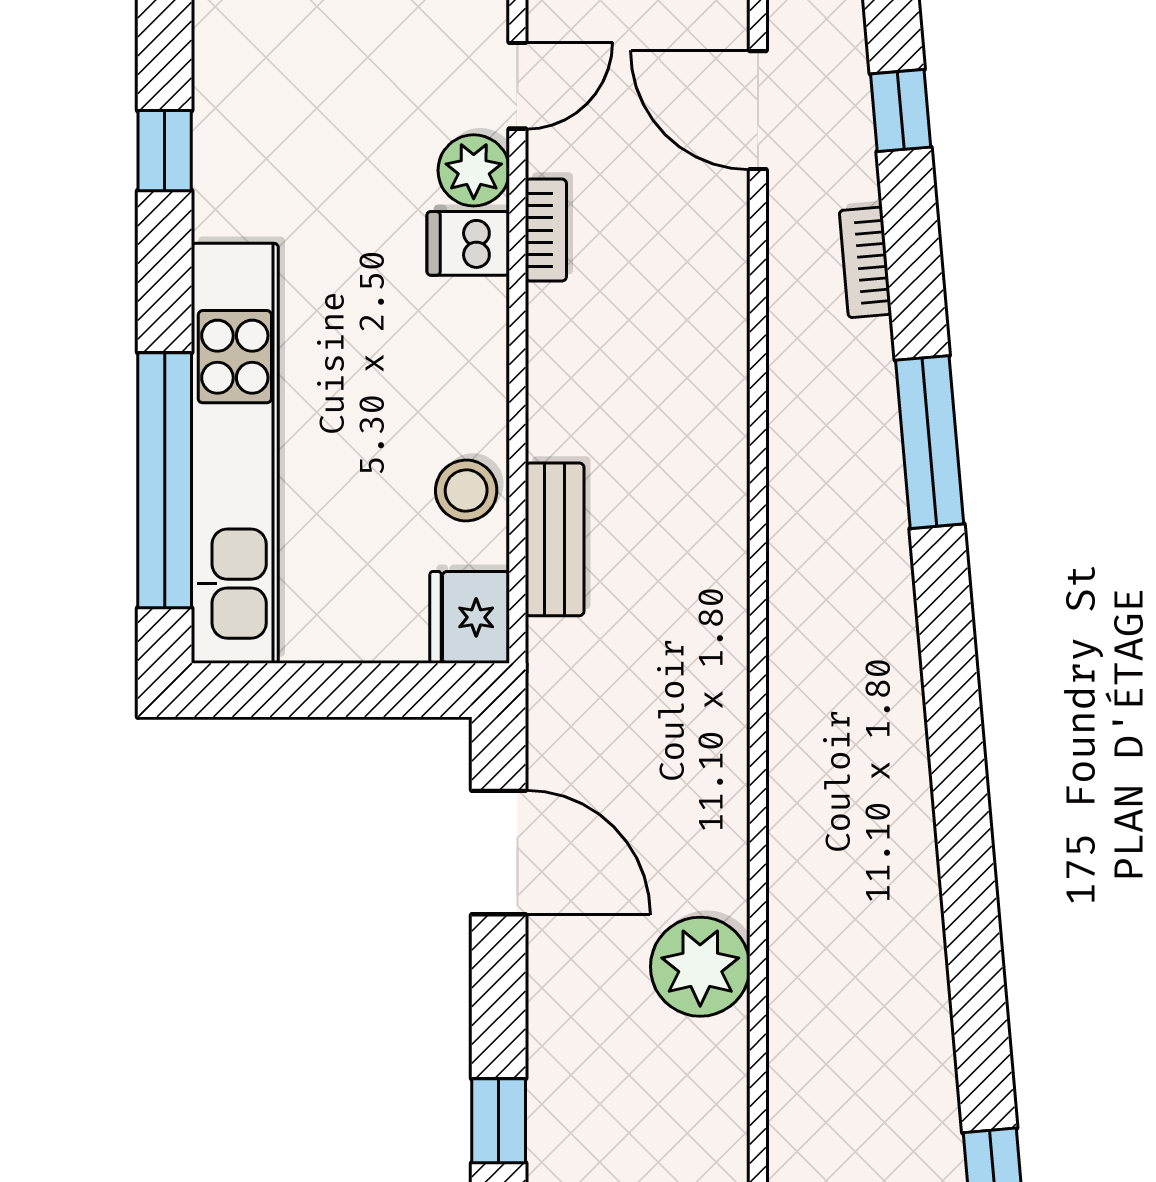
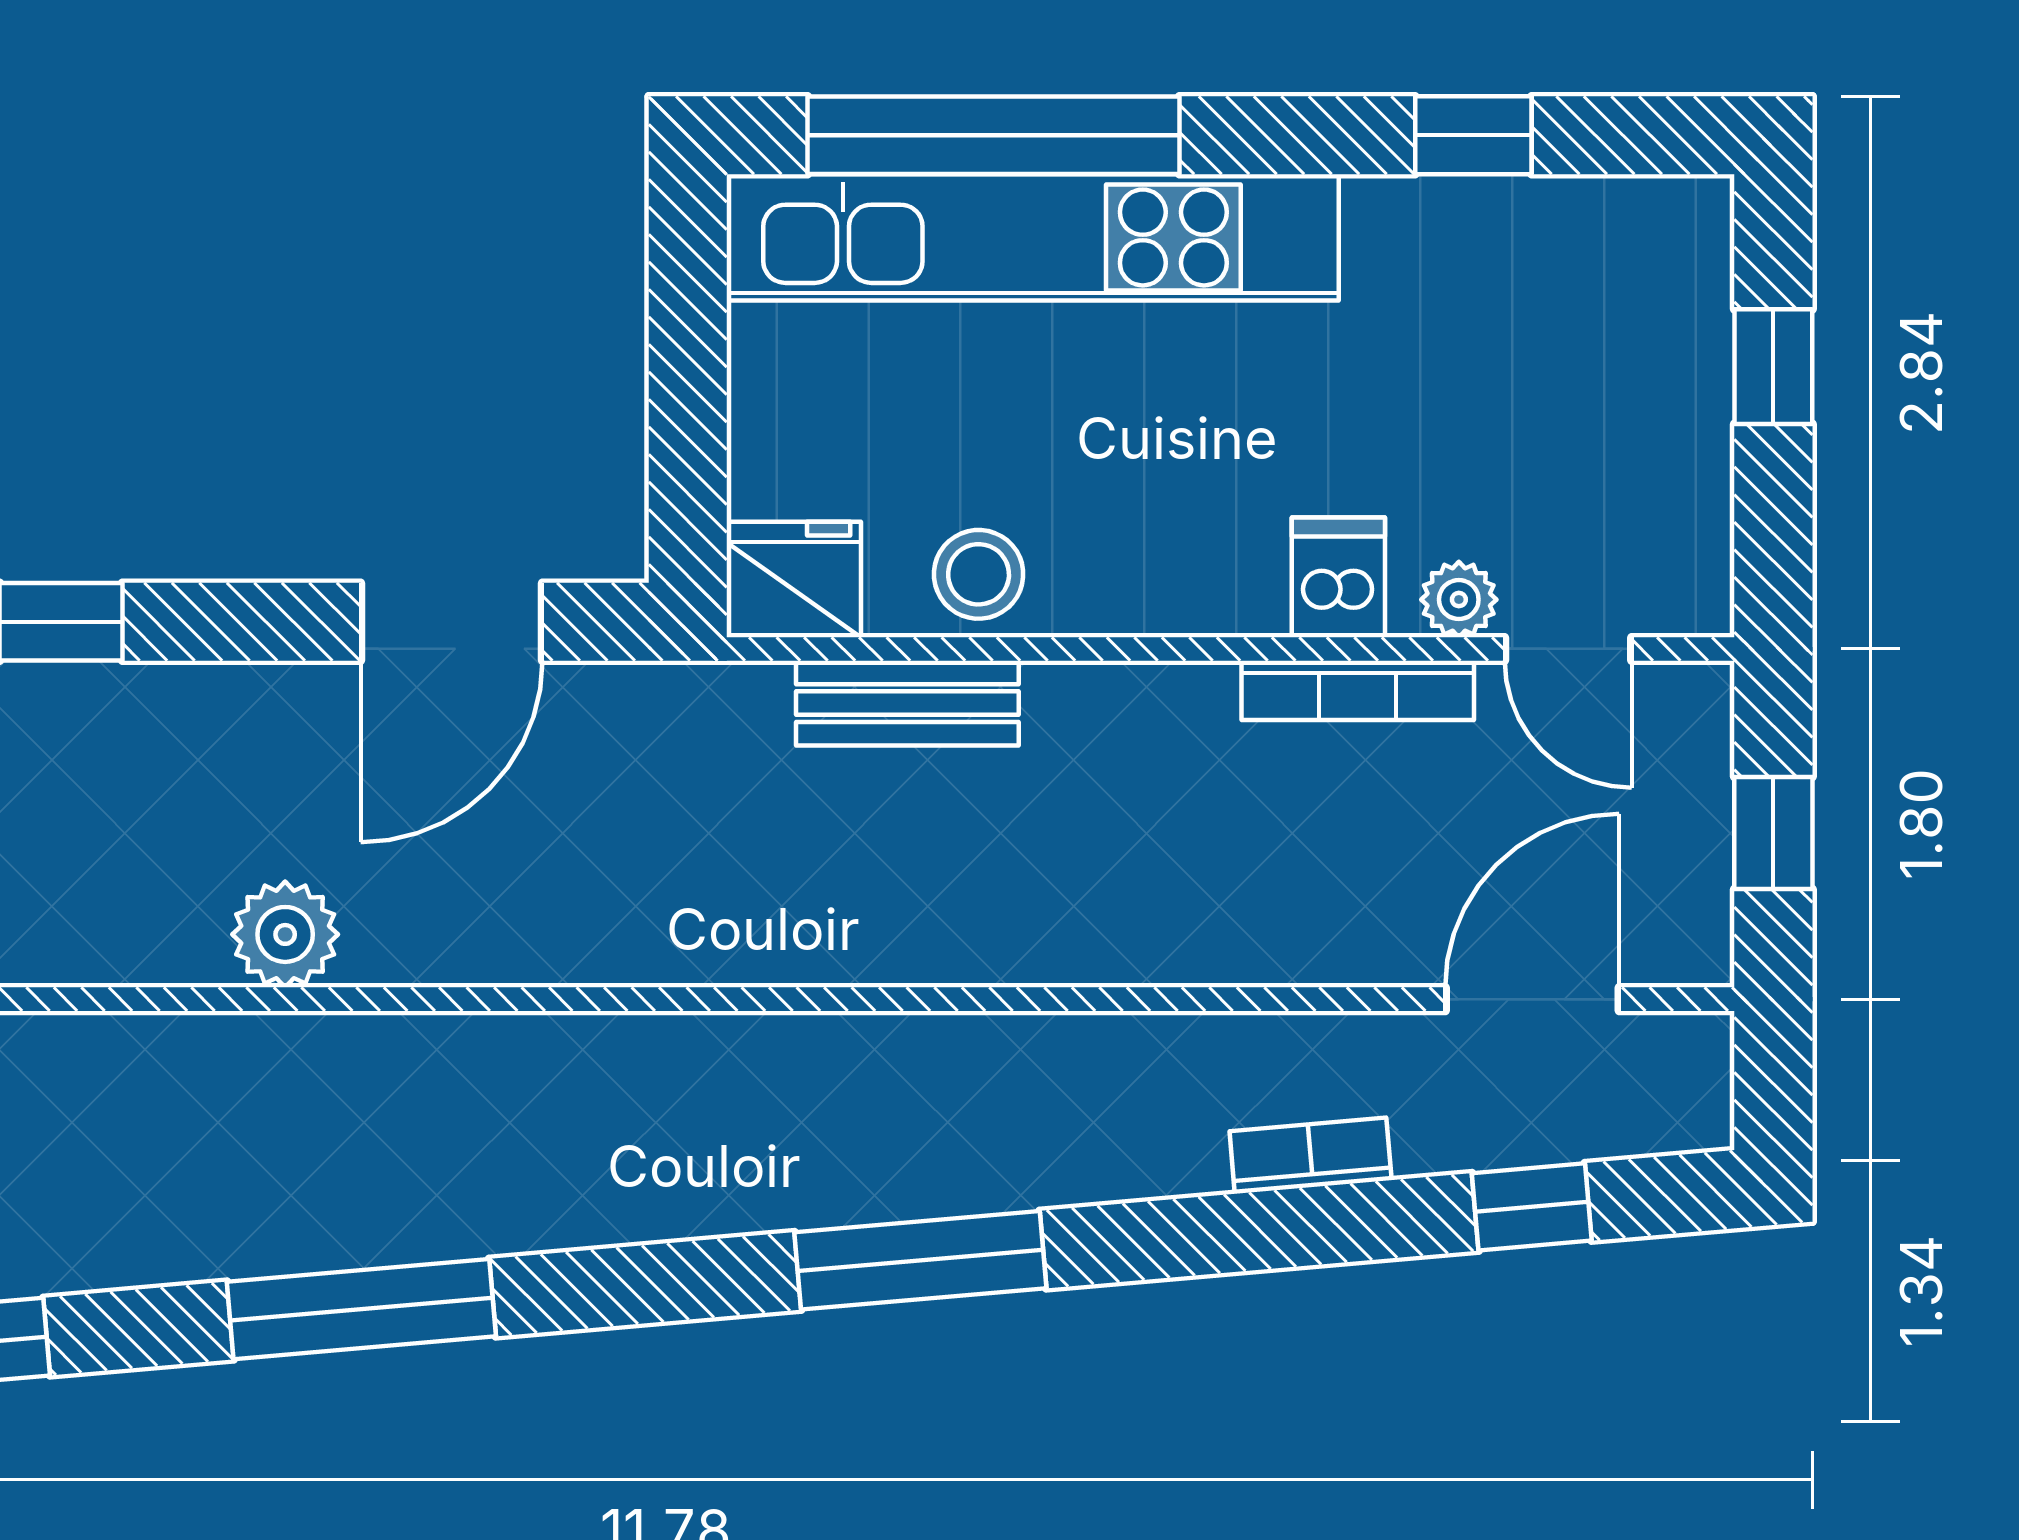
plant: (474, 170) -> (1459, 600), width x0.73, depth x0.73
bookcase: (546, 230) -> (1358, 690), width x1.56
window: (930, 442) -> (920, 1260), moved
window: (971, 914) -> (361, 1309), added
plant: (700, 967) -> (285, 934), width x0.73, depth x0.73

